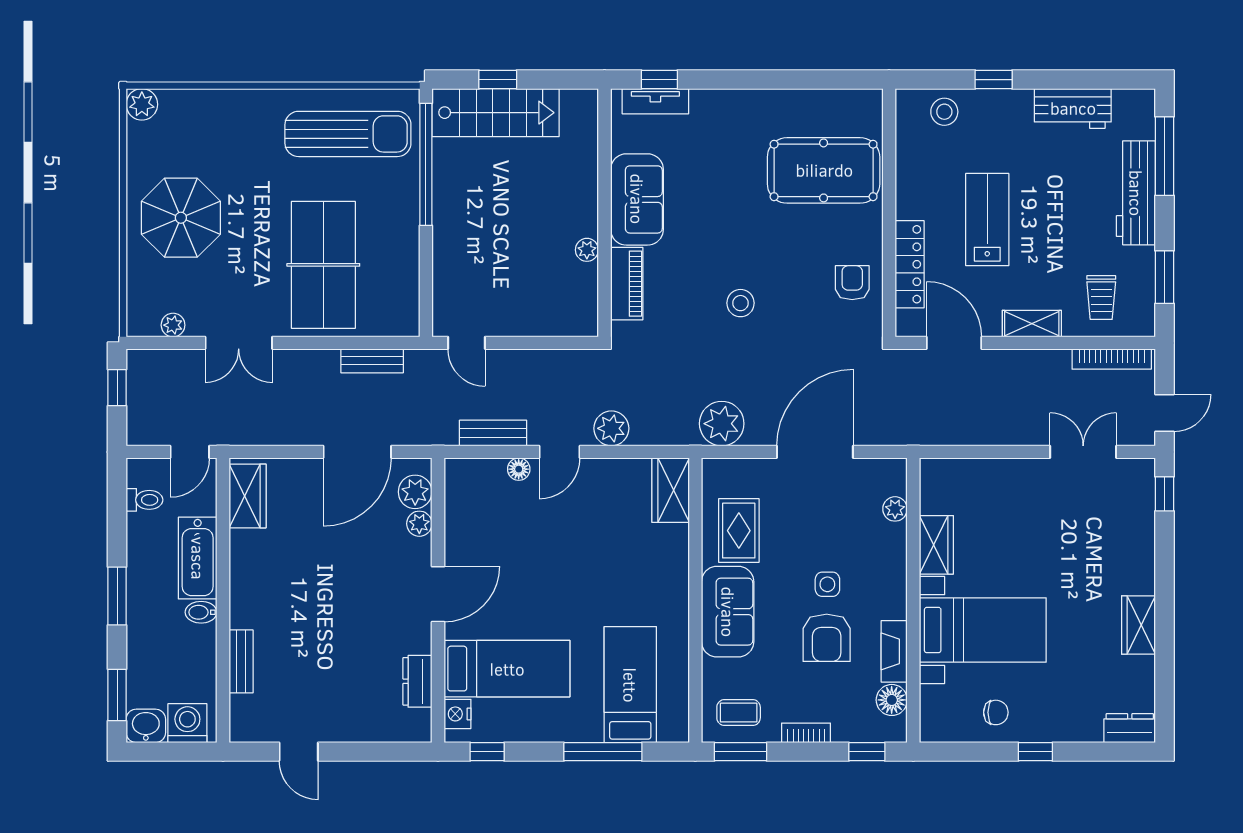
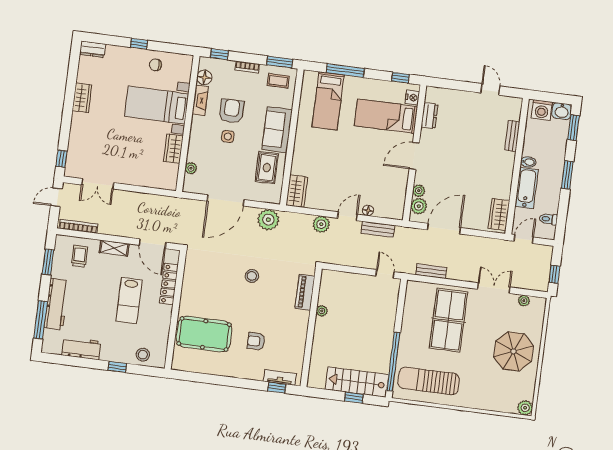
sofa: (637, 199) -> (295, 332), removed
armchair: (852, 283) -> (256, 341), moved, turned 90

